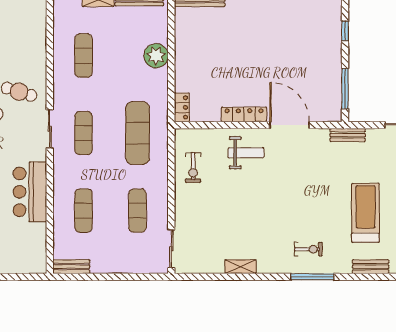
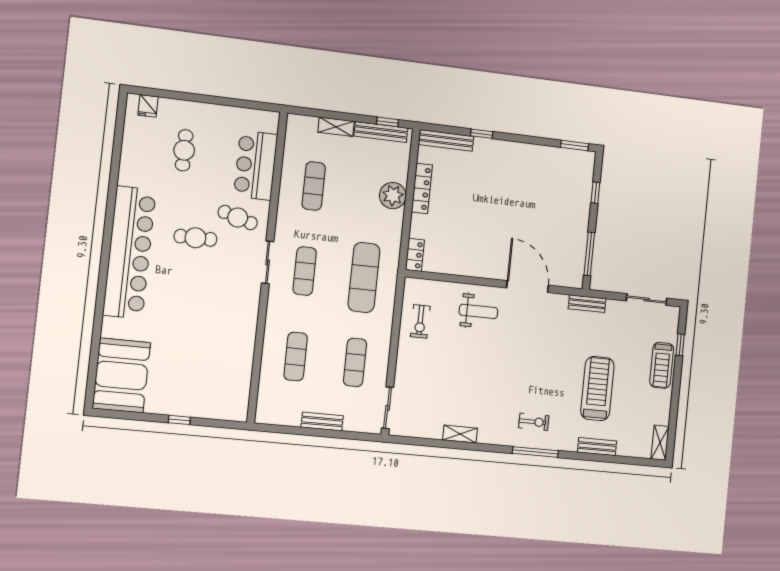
locker: (244, 115) -> (422, 188), moved, turned 90
bar counter: (30, 192) -> (256, 165), moved
bench: (71, 267) -> (322, 421), moved

